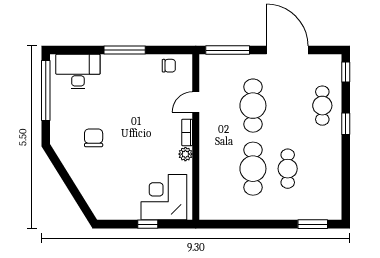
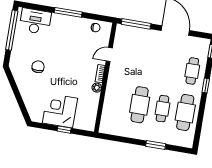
cafe table: (253, 106) -> (185, 112), moved
corner desk: (164, 197) -> (60, 111), moved
window: (313, 224) -> (156, 145), moved

